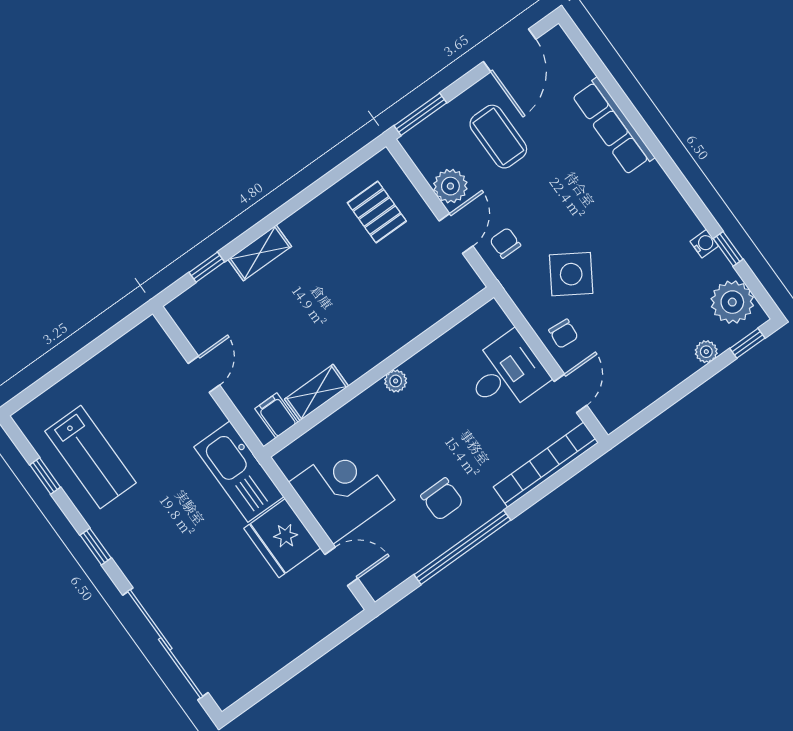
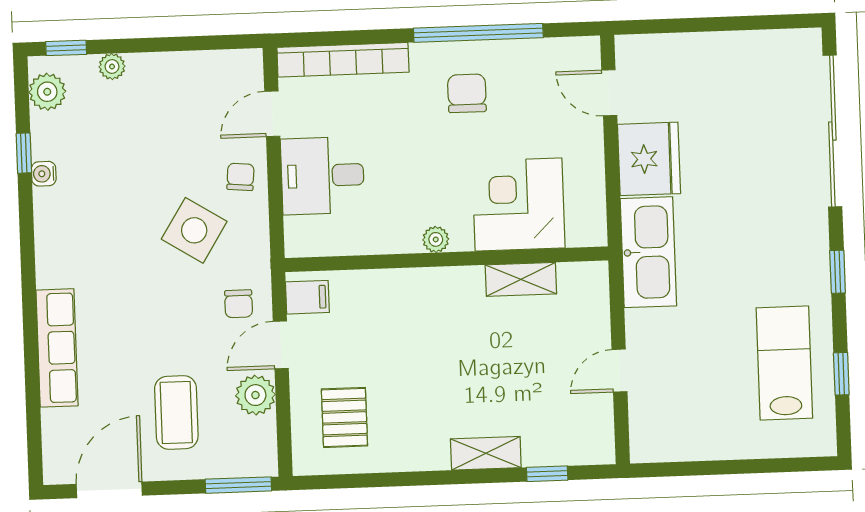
plant: (732, 302) -> (47, 92), width x0.73, depth x0.73
filing cabinet: (276, 415) -> (307, 297), moved, turned -90
corner desk: (342, 491) -> (519, 205), moved, turned 90

